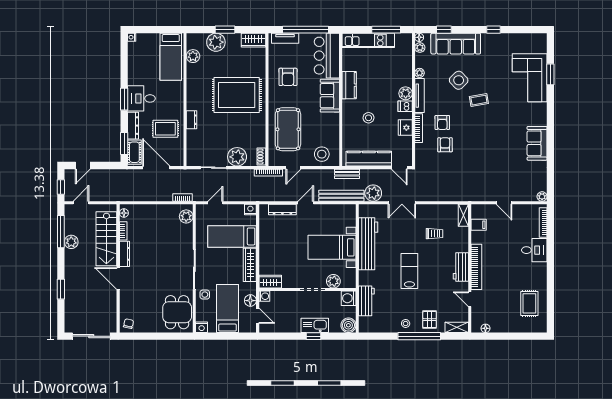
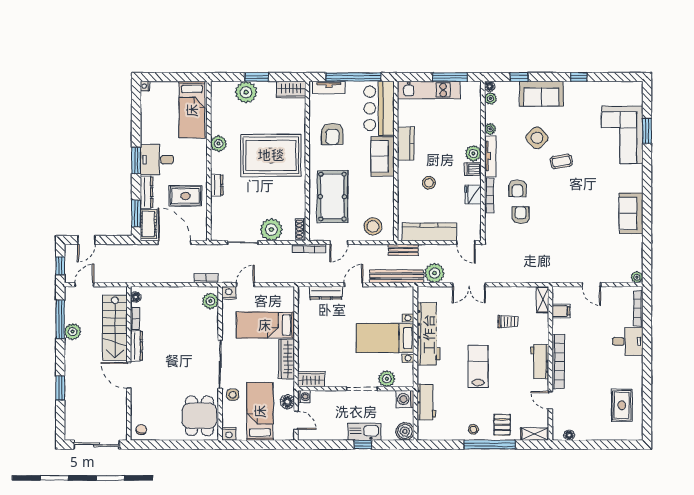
sofa: (456, 44) -> (541, 94), width x0.73
plant: (193, 56) -> (219, 144), moved
nightstand: (250, 210) -> (229, 293), moved

